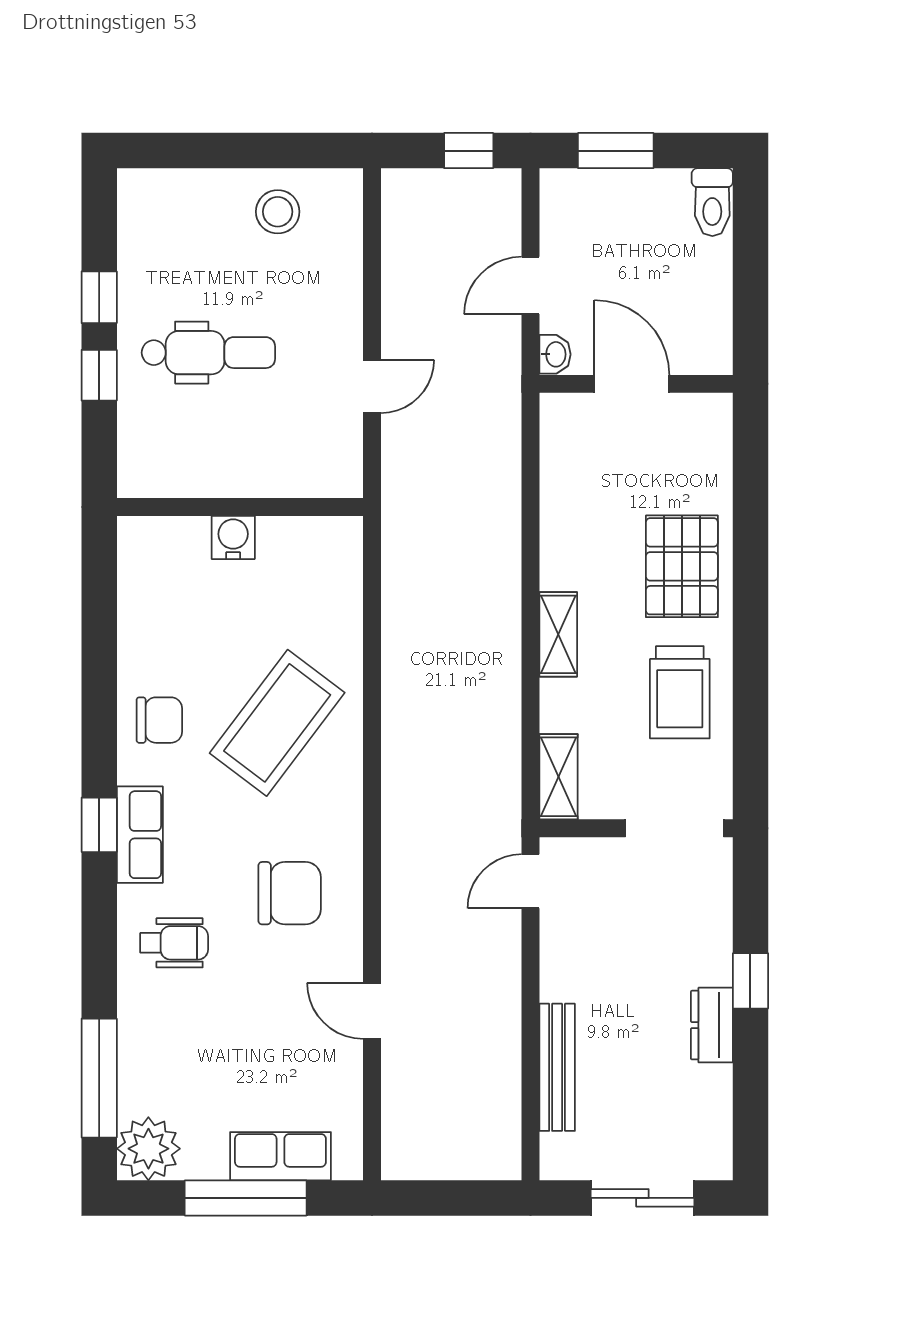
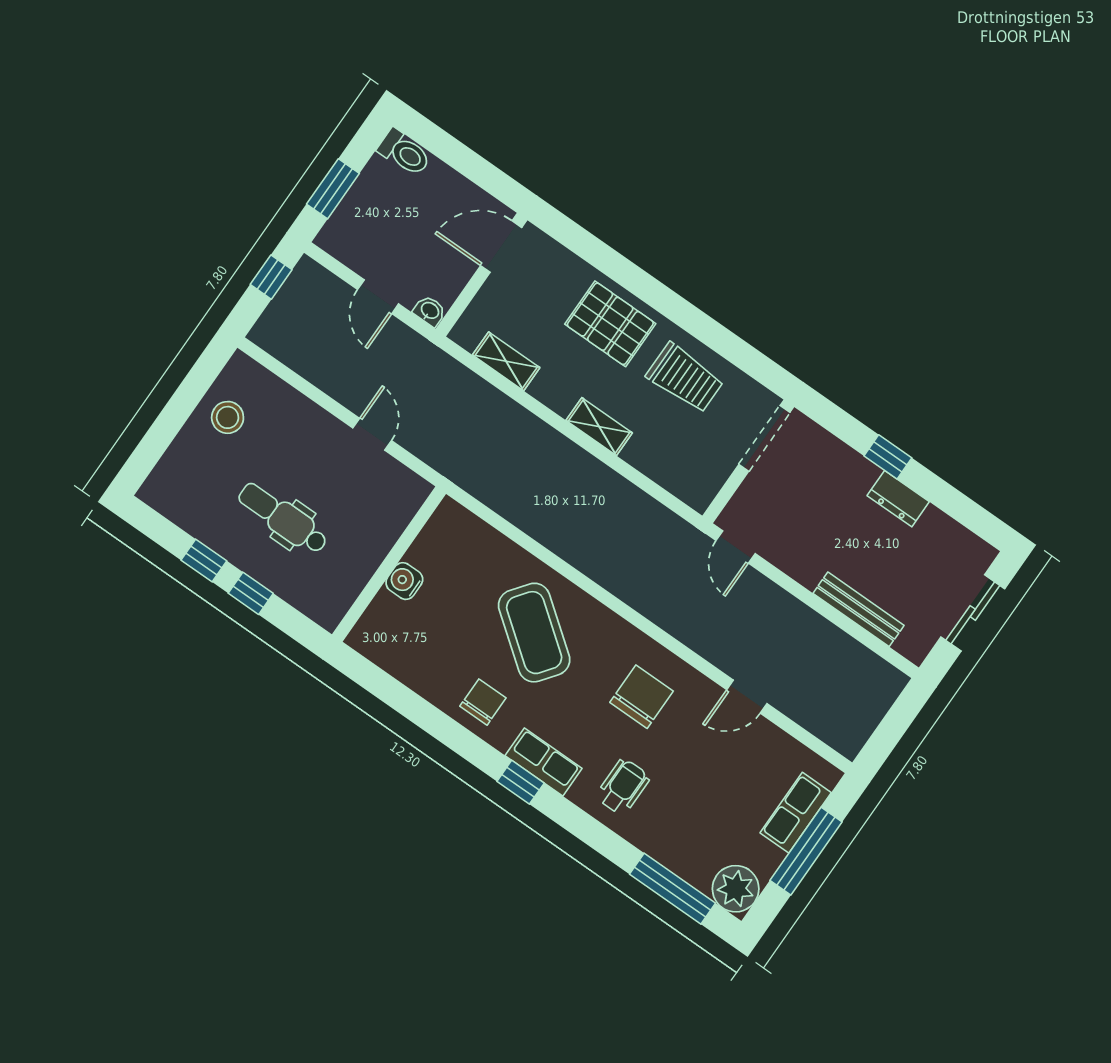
dental chair: (208, 353) -> (283, 518), turned -90
door: (632, 384) -> (501, 247), moved
shelving: (558, 777) -> (506, 361), moved

